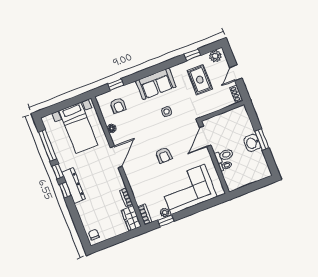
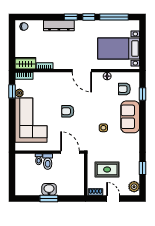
rug: (200, 80) -> (107, 169), moved
sofa: (156, 84) -> (130, 117), moved
dresser: (74, 186) -> (59, 25), moved

